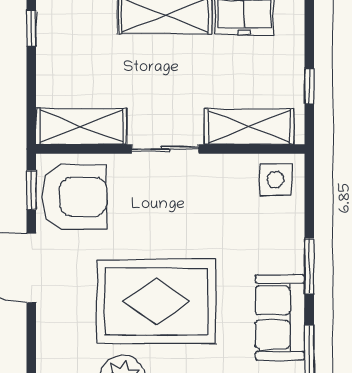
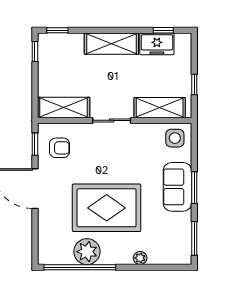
armchair: (74, 197) -> (59, 148), width x0.53, depth x0.53
sofa: (280, 318) -> (177, 187), moved

